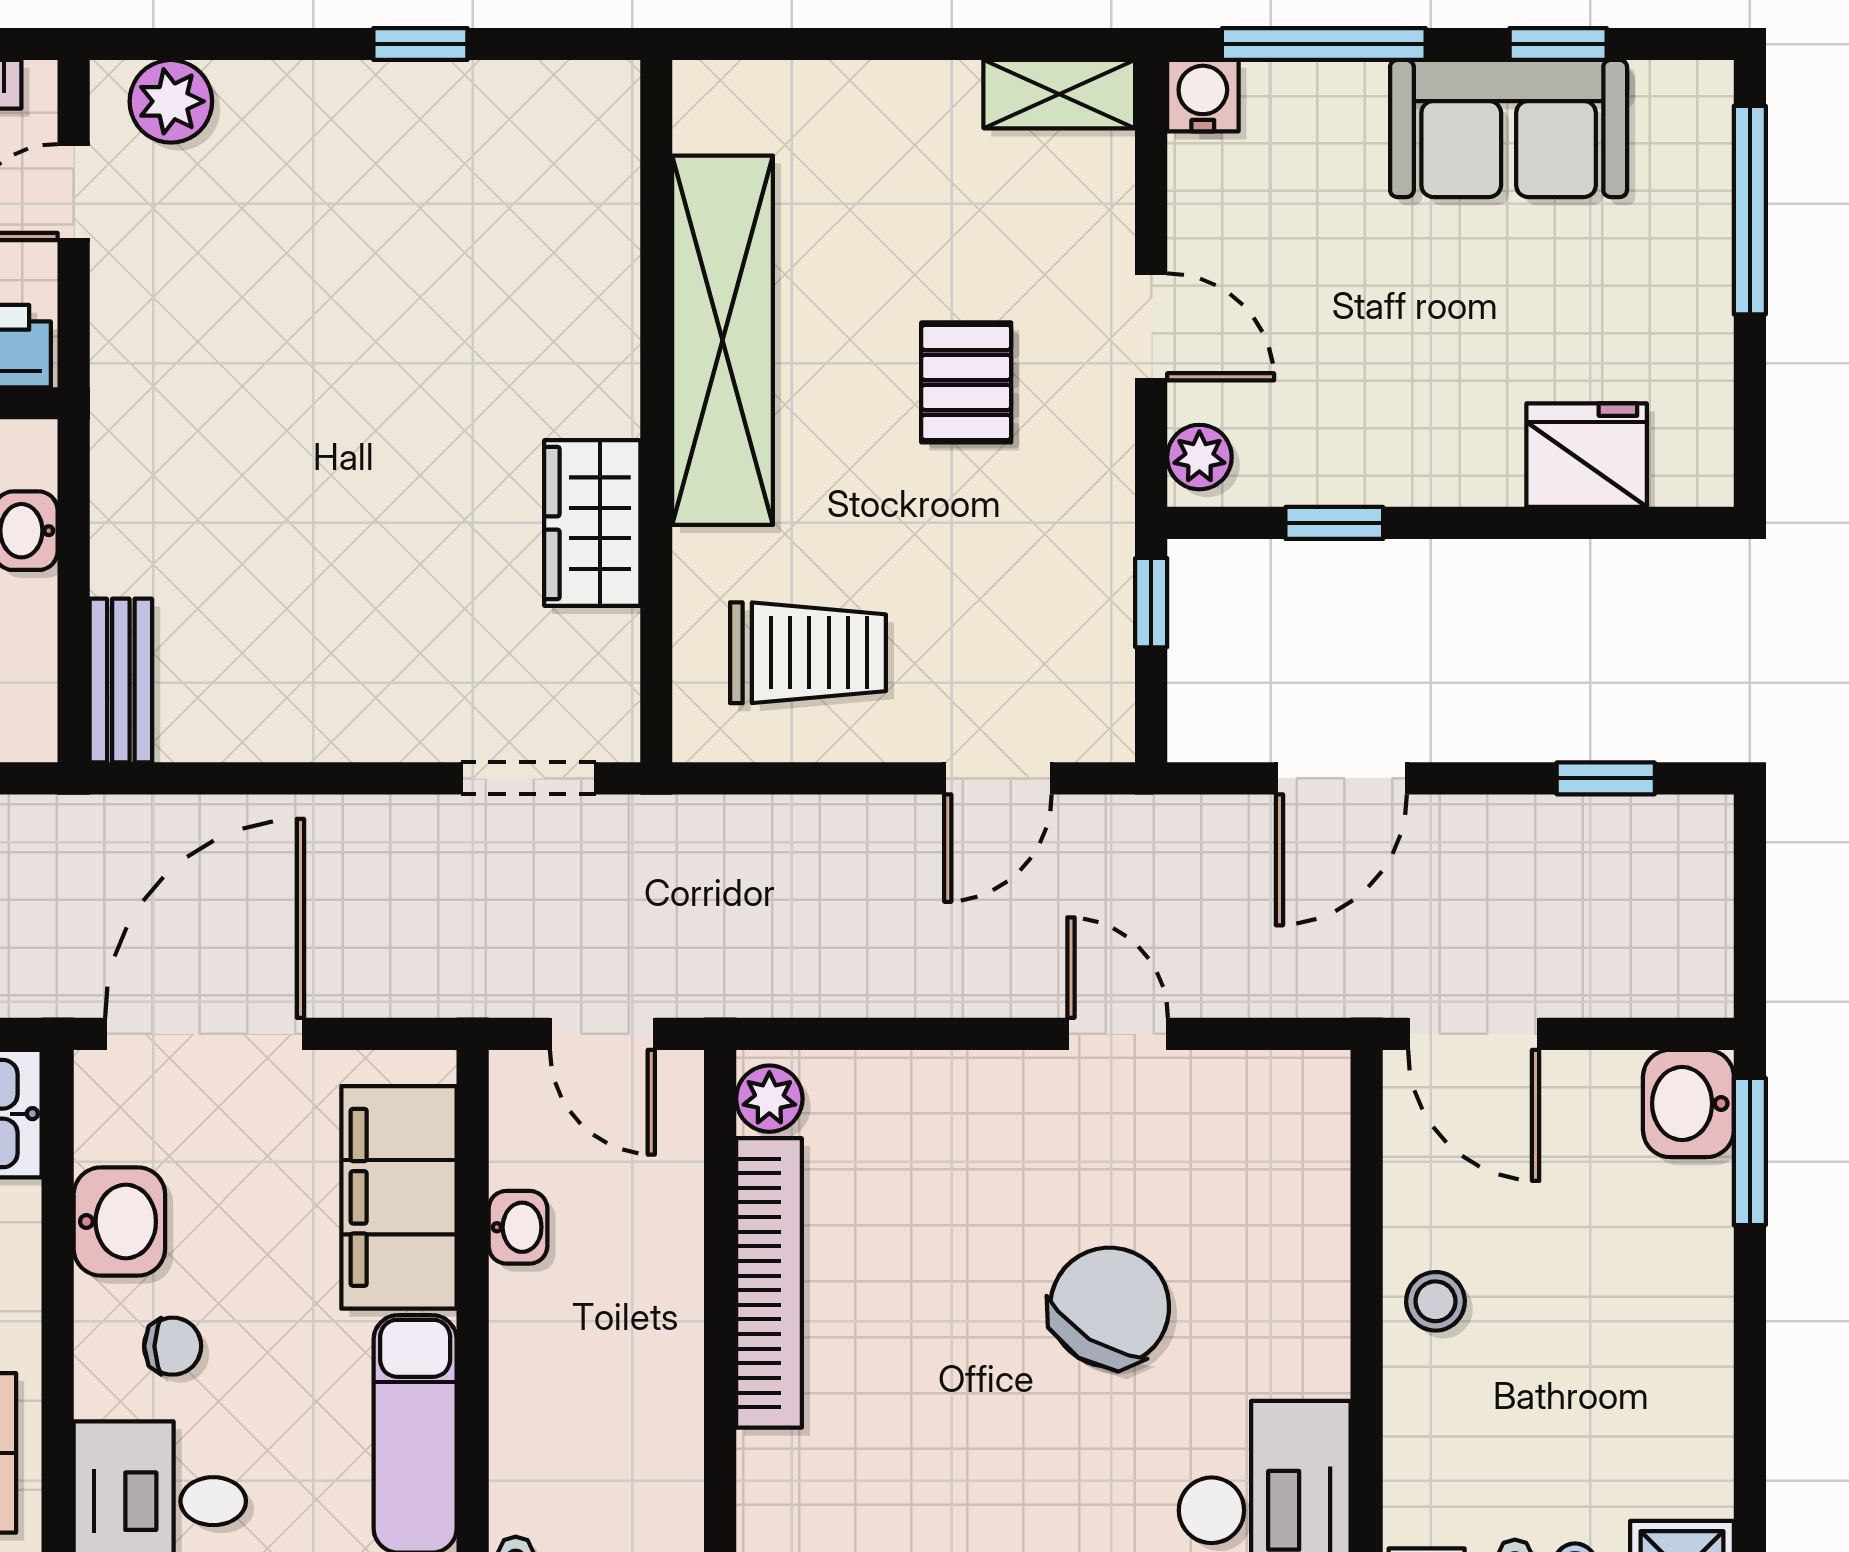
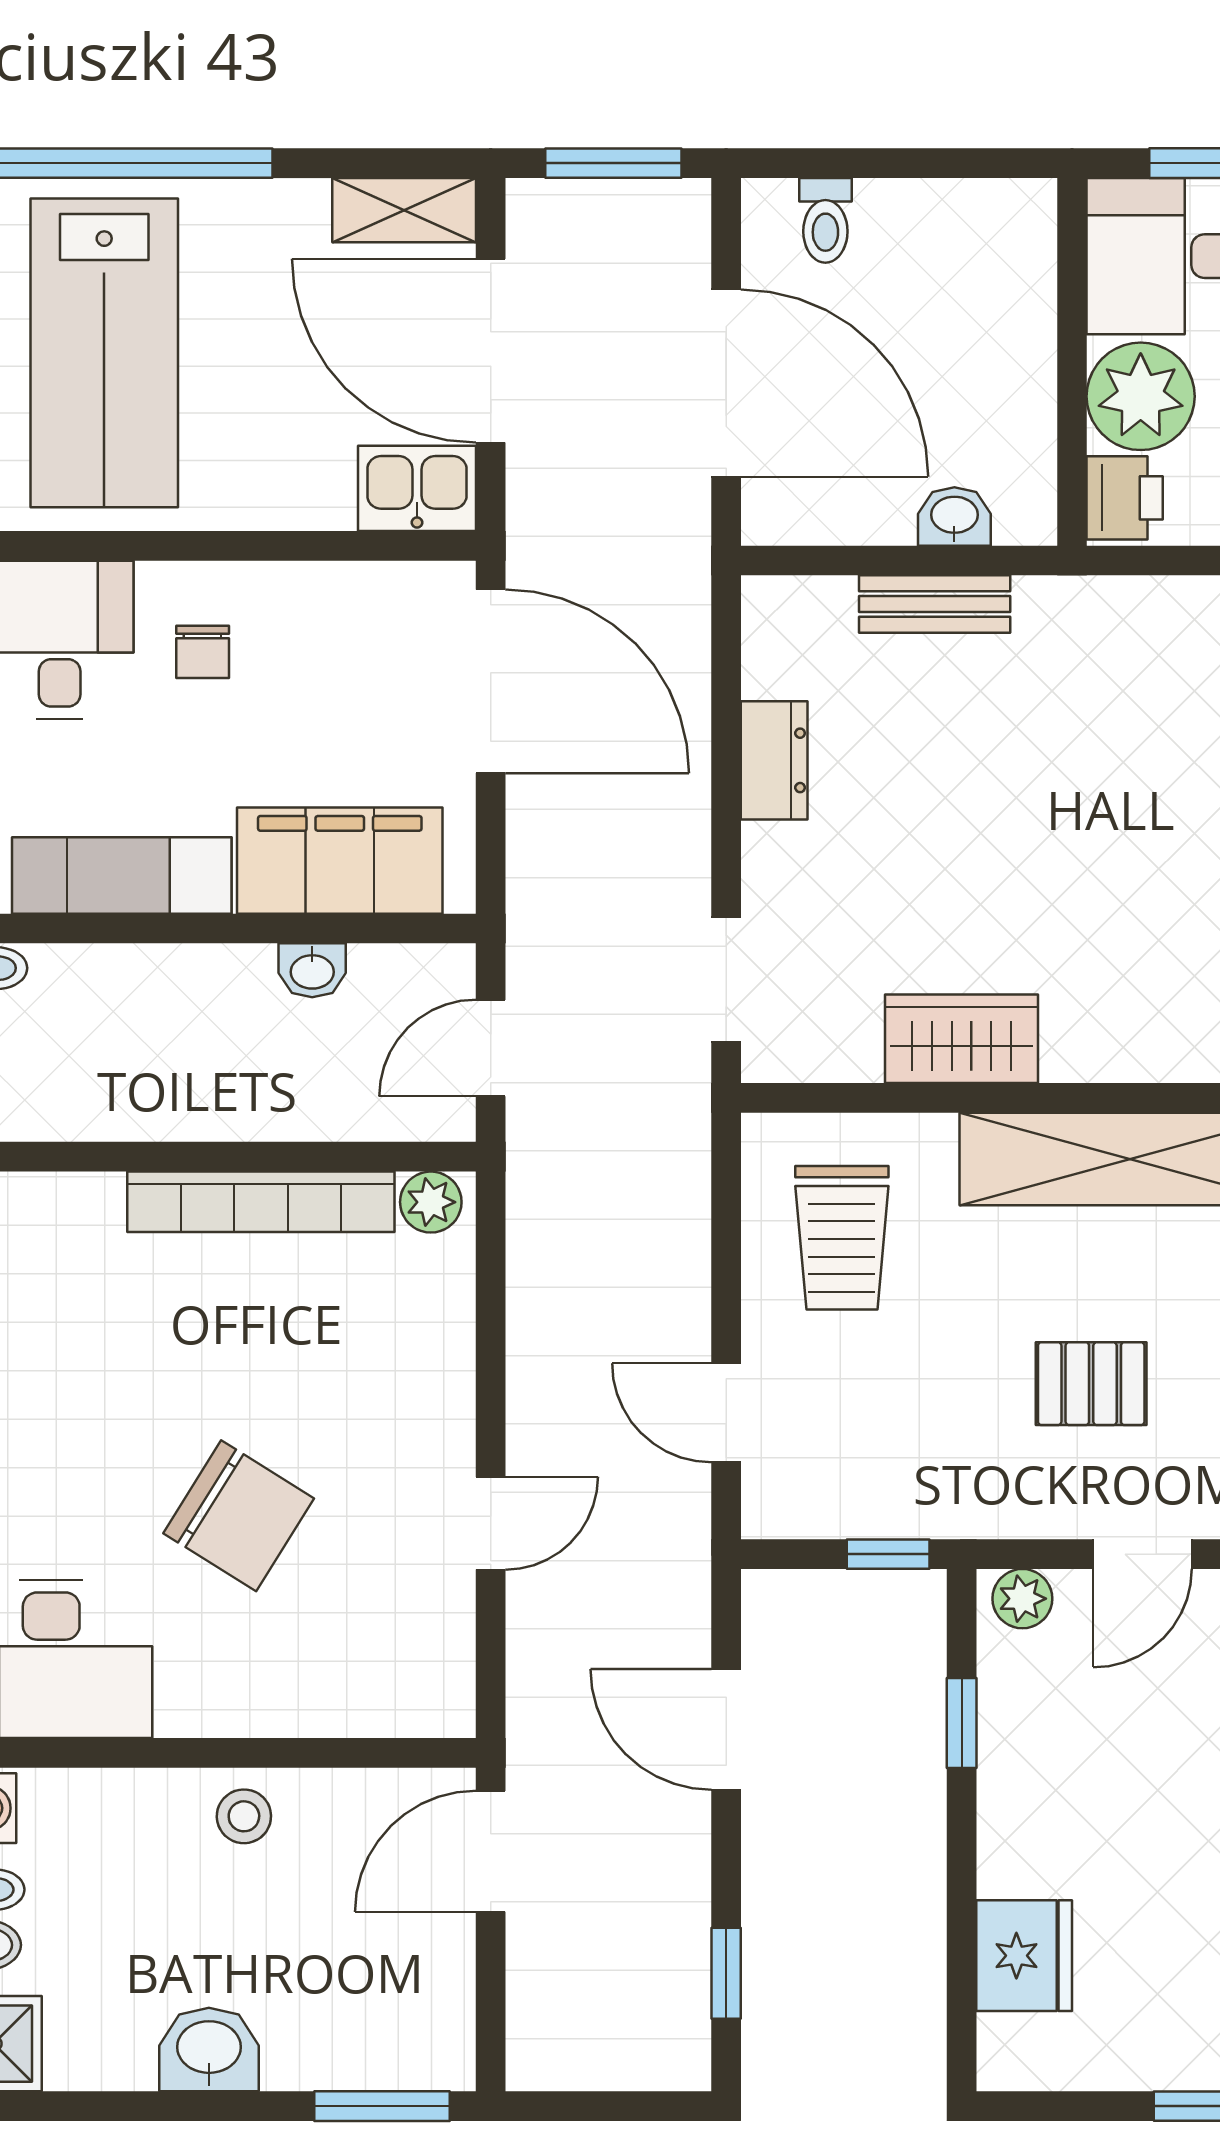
bench: (121, 681) -> (935, 604), moved
dresser: (290, 726) -> (774, 760), added
washbasin: (1688, 1103) -> (209, 2050), moved
washbasin: (119, 1221) -> (317, 603), removed

